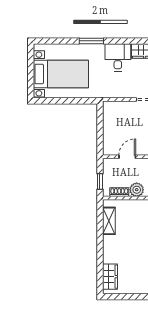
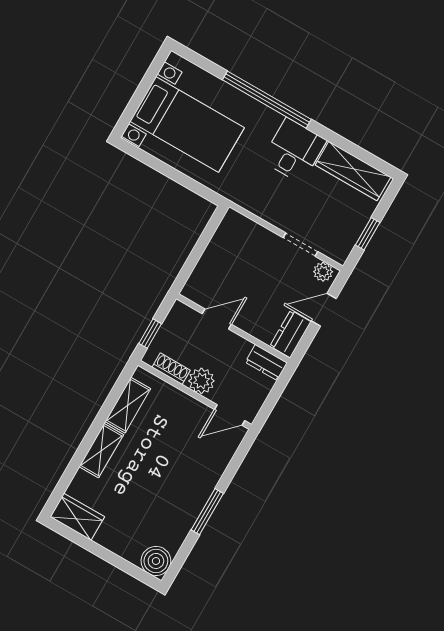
window: (91, 41) -> (267, 100), width x2.11
shelving: (109, 249) -> (101, 451), added
wardrobe: (110, 277) -> (77, 517), moved, turned -90

